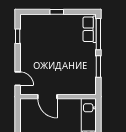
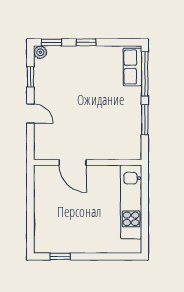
window: (32, 12) -> (51, 42), added
plant: (25, 19) -> (40, 52), added
door: (18, 79) -> (30, 113), moved

